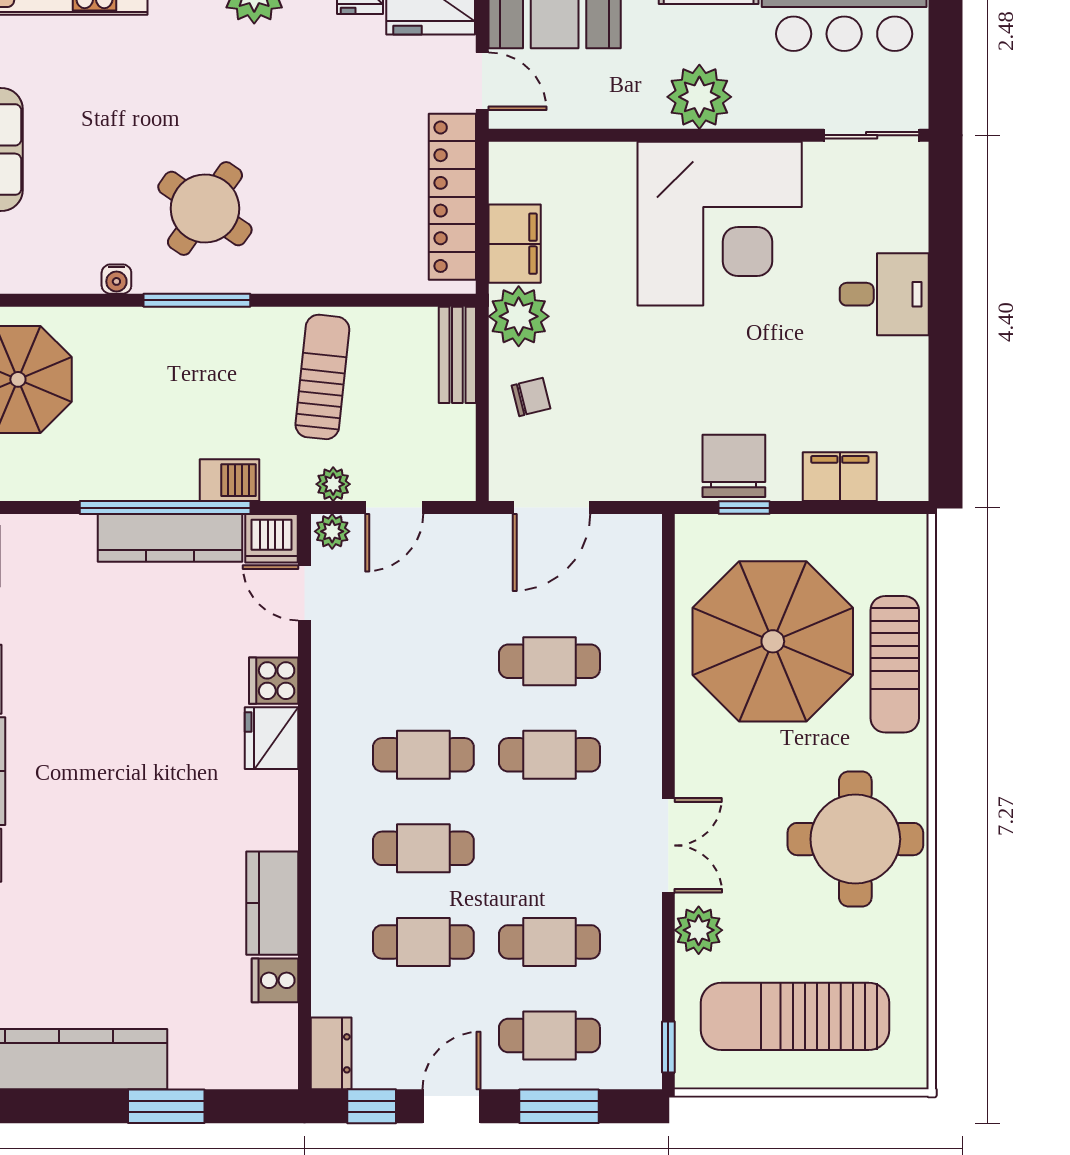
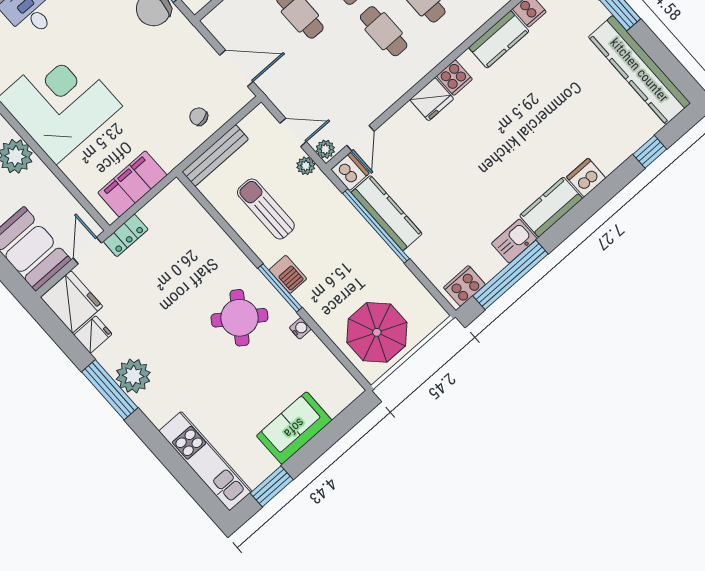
locker: (452, 197) -> (126, 235), width x0.46, depth x0.83
filing cabinet: (515, 244) -> (132, 184), width x1.50, depth x1.17
plant: (519, 316) -> (170, 151), removed
bench: (457, 355) -> (215, 155), width x1.36
sun lounger: (322, 377) -> (266, 209), turned 84
barbecue: (230, 480) -> (288, 274), moved, turned 180
cooker: (274, 681) -> (454, 78), moved

